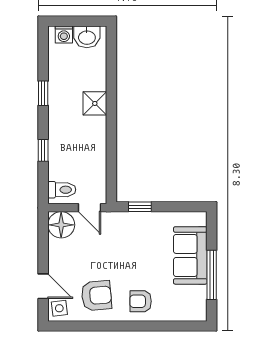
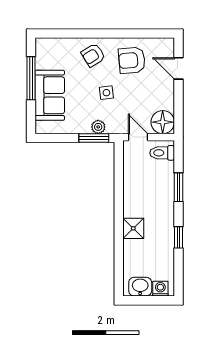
window: (43, 150) -> (179, 187), width x1.50
window: (140, 207) -> (94, 138), width x1.50
plant: (135, 219) -> (98, 127), added
armchair: (141, 301) -> (93, 55), turned 148
side table: (59, 308) -> (106, 93), moved

